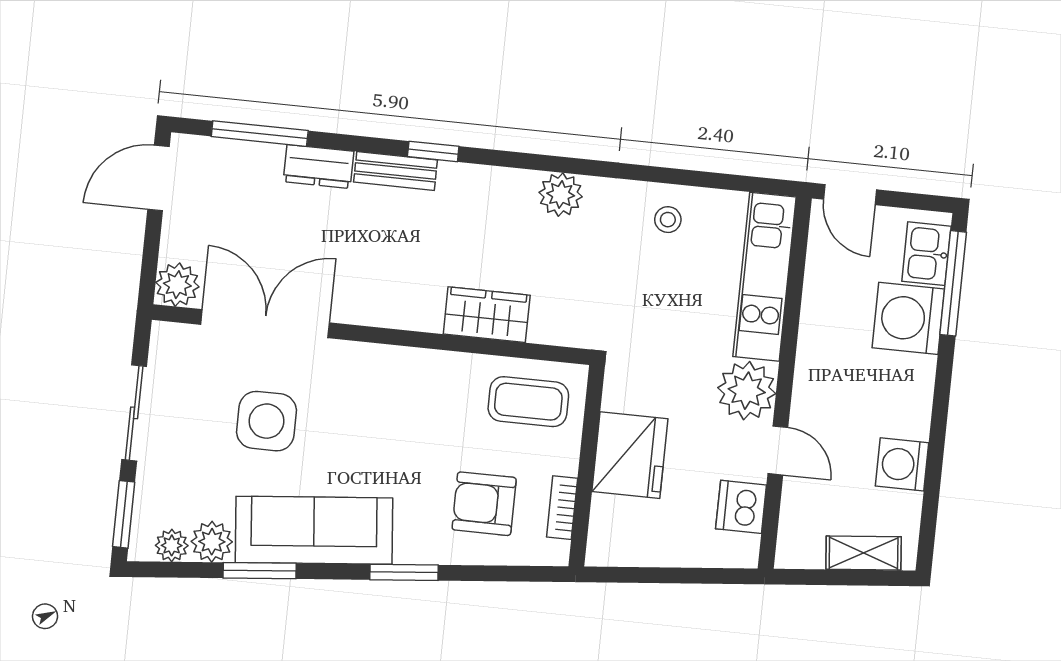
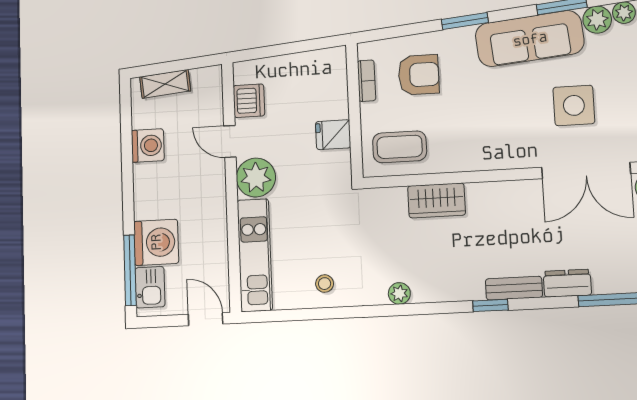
plant: (561, 195) -> (399, 293), width x0.73, depth x0.73
fridge: (630, 455) -> (333, 135), width x0.53, depth x0.75

